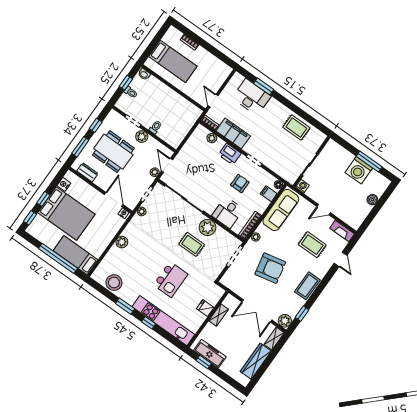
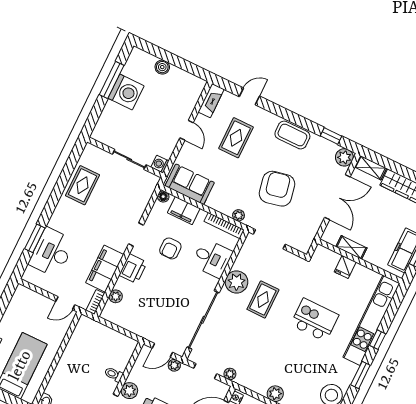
armchair: (240, 184) -> (170, 248), turned -90
filing cabinet: (269, 194) -> (184, 211), width x2.00
sofa: (281, 210) -> (190, 184), width x0.73

